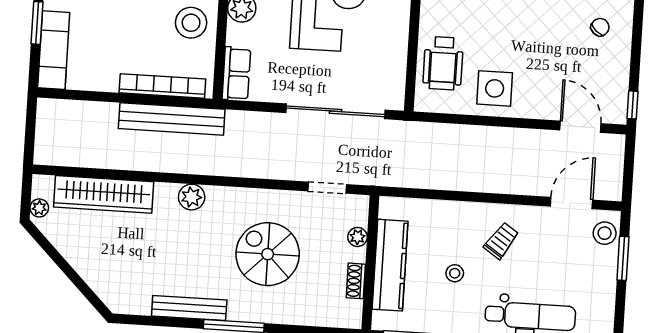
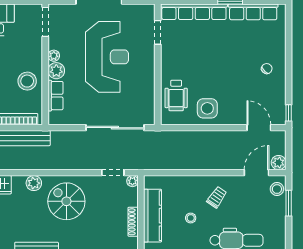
row of seats: (236, 74) -> (56, 96), moved
plant: (610, 188) -> (279, 163), added
plant: (358, 237) -> (132, 181), moved
spiral stairs: (268, 254) -> (66, 201), moved
shoe rack: (356, 281) -> (133, 222), width x1.43

